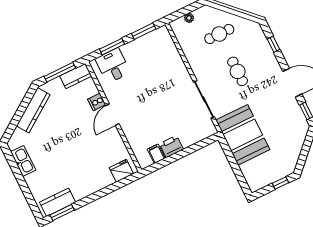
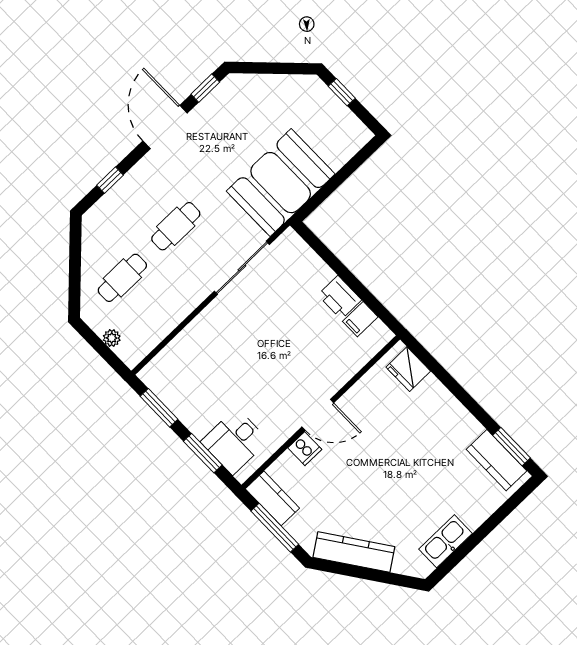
cafe table: (219, 34) -> (122, 278), turned 90

